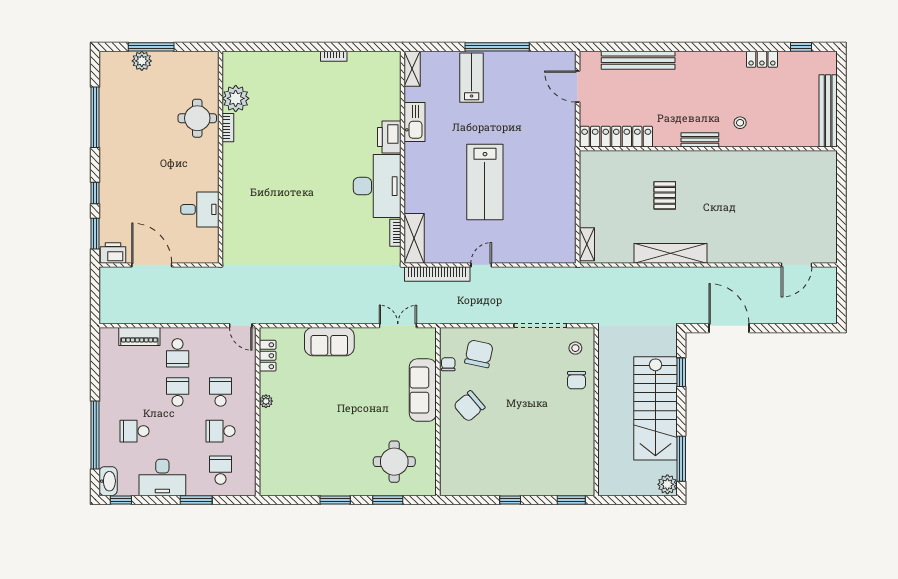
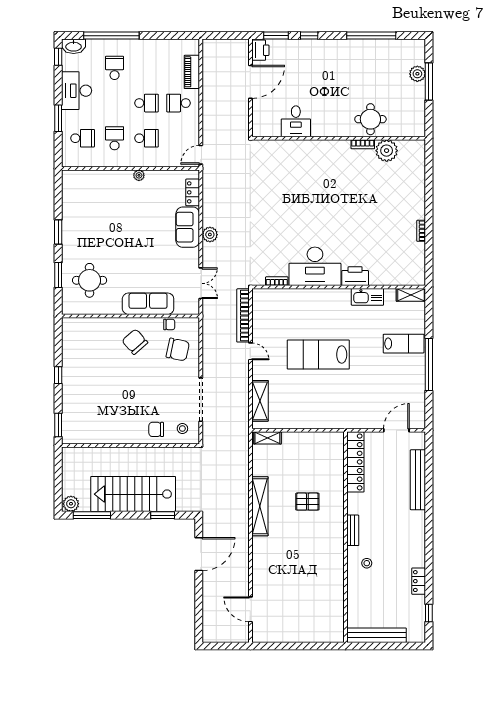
shelving: (414, 238) -> (260, 401), moved, turned 90
plant: (338, 315) -> (210, 235), added
locker: (268, 356) -> (193, 192), moved, turned 90

